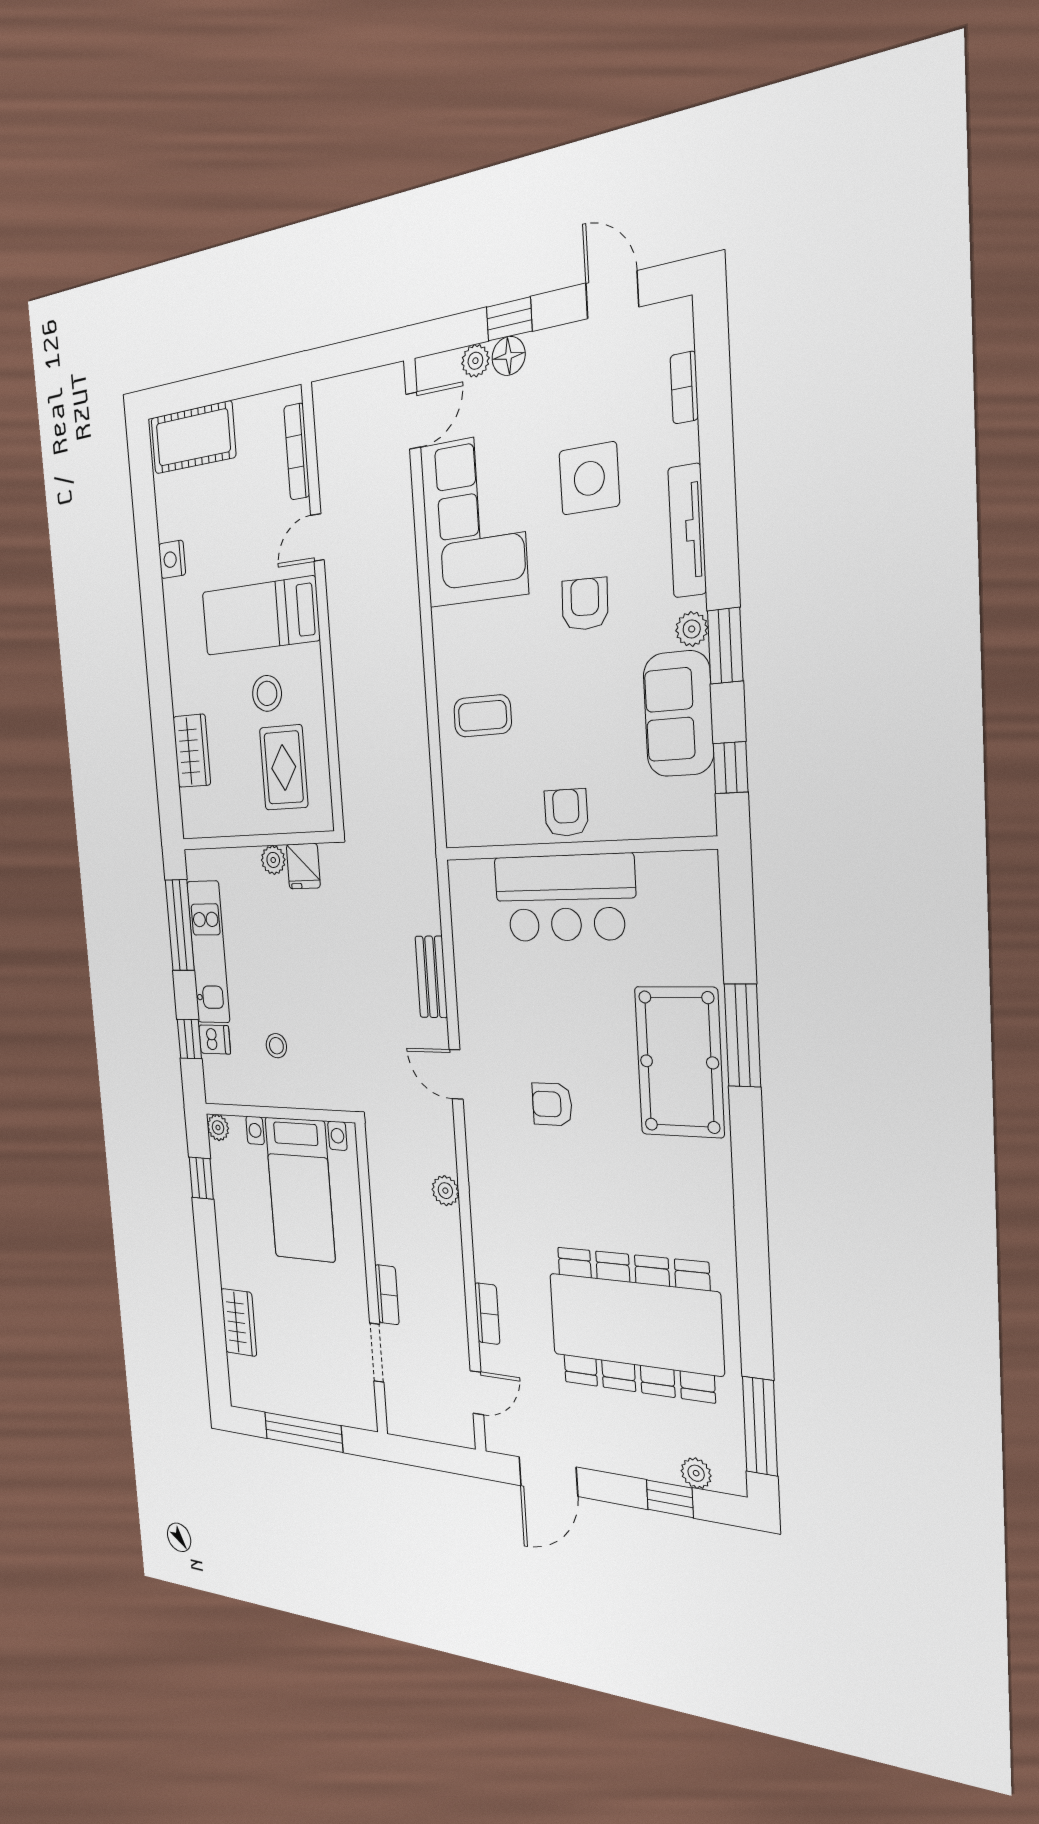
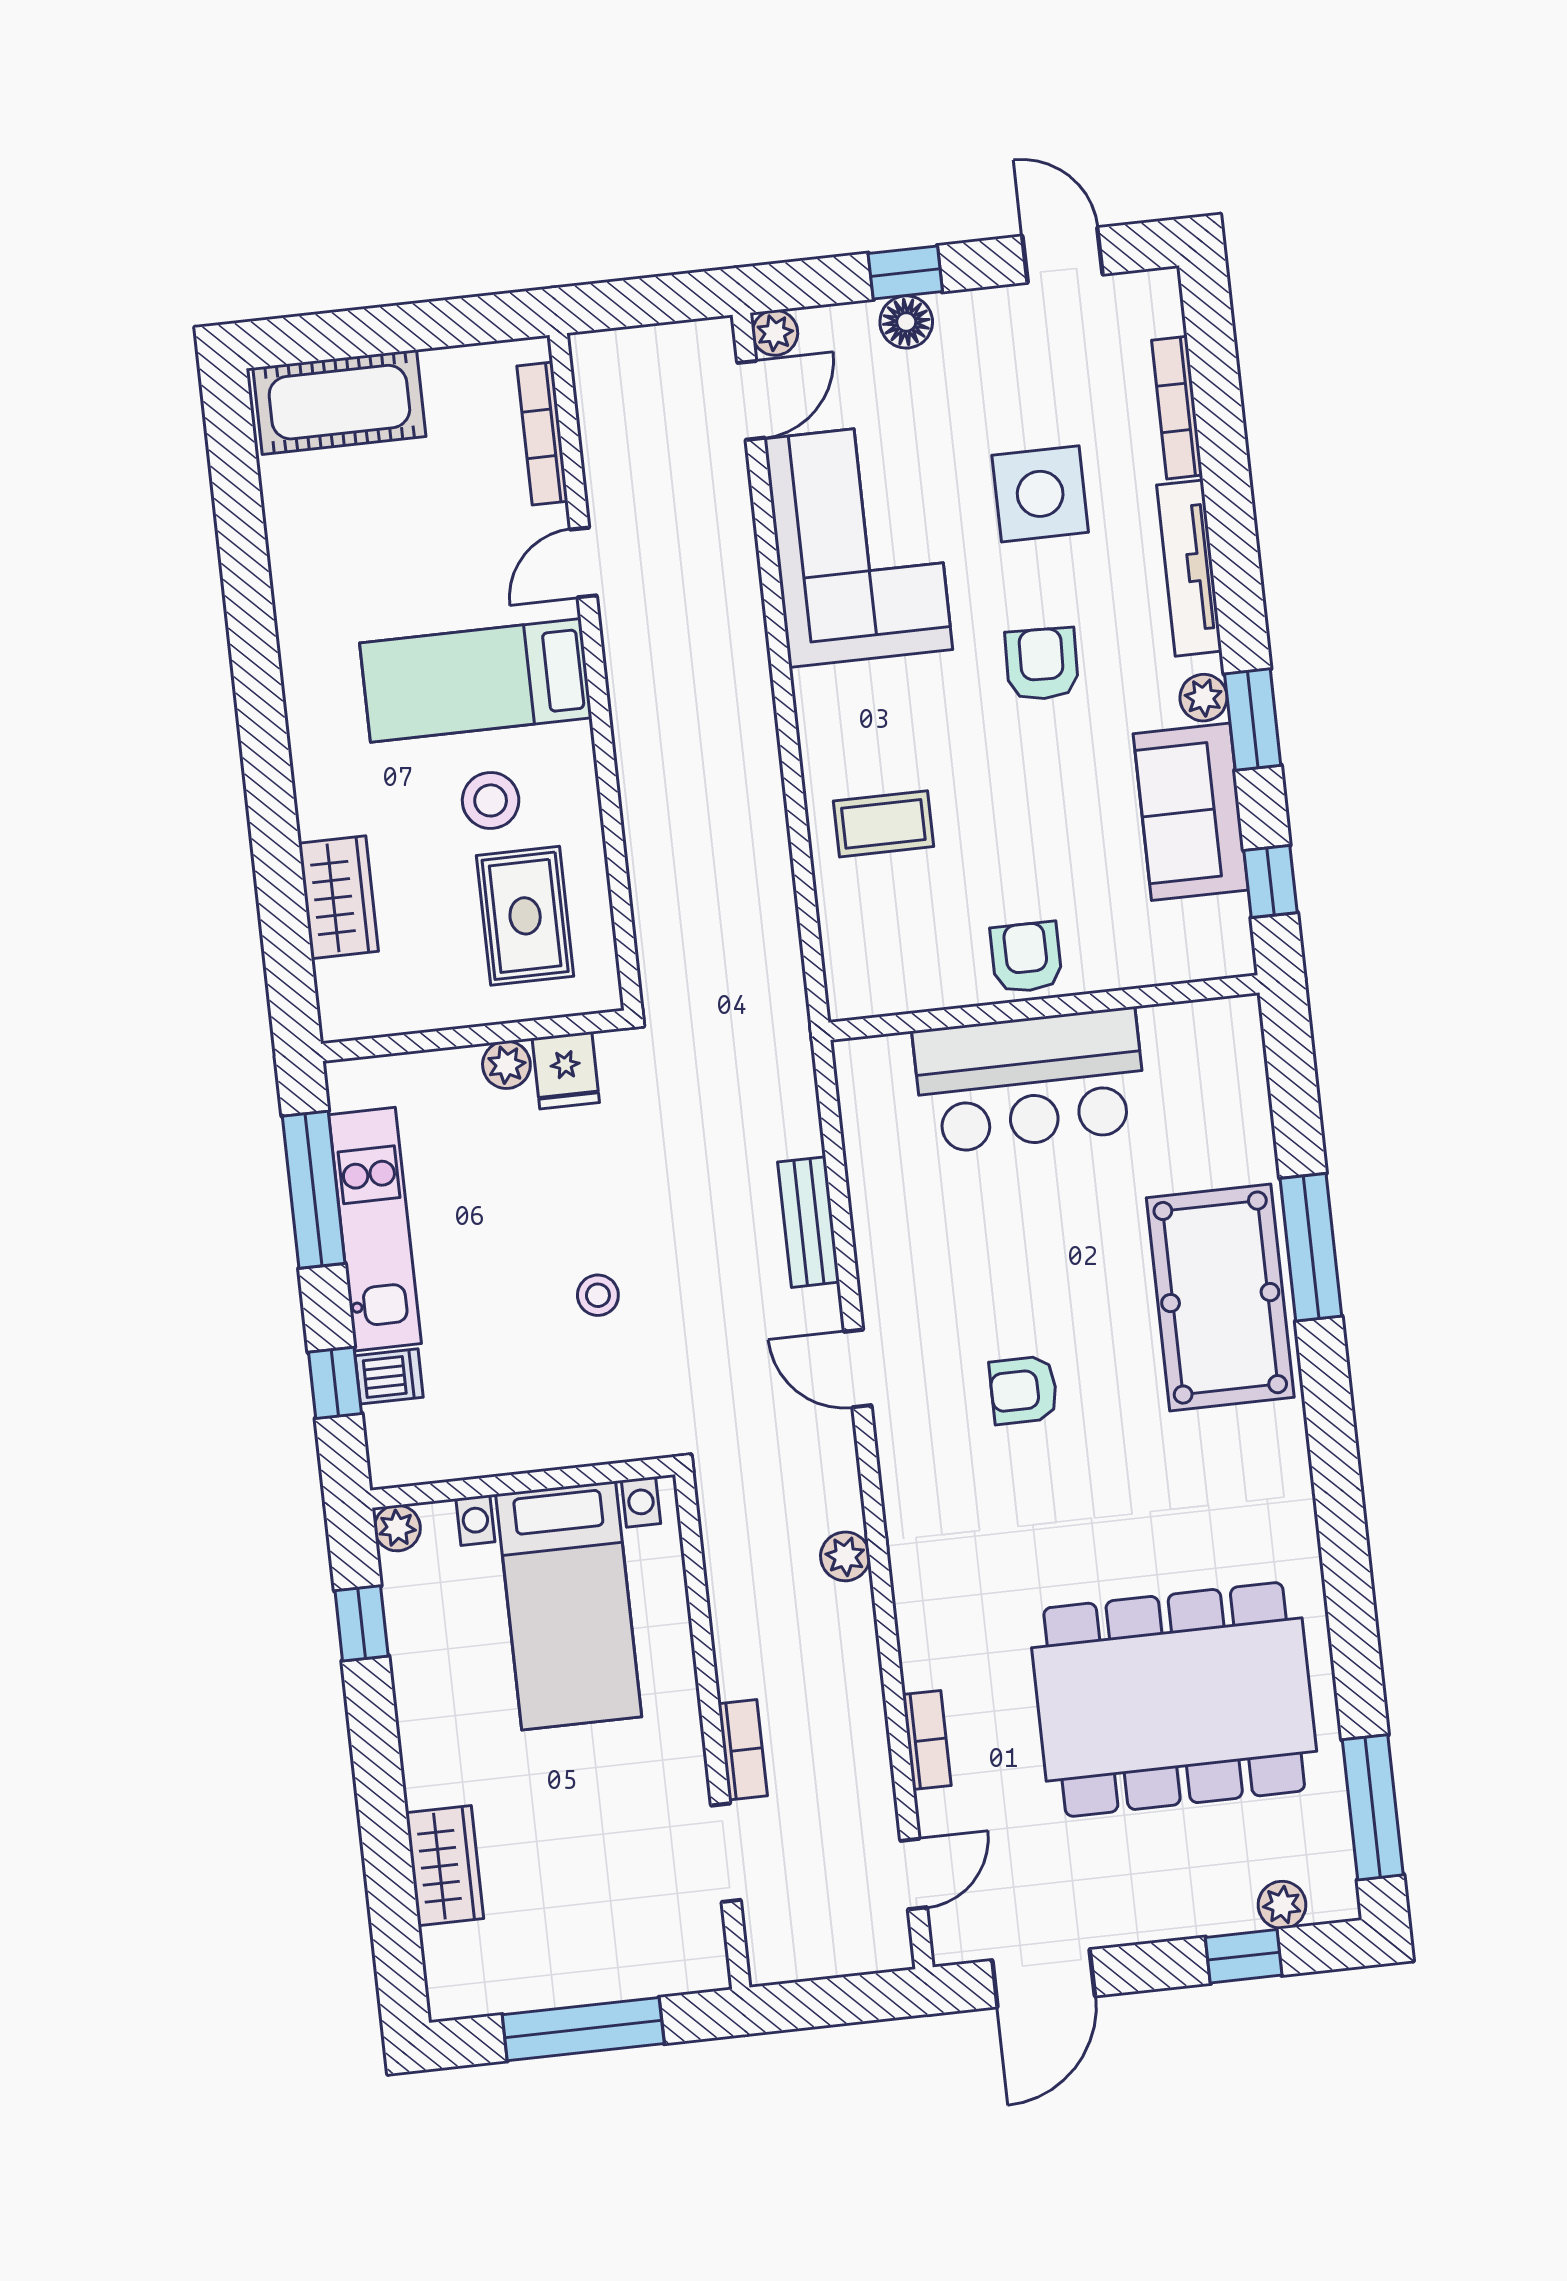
plant: (475, 361) -> (775, 333), moved
bookcase: (684, 388) -> (1177, 408), width x1.56
nightstand: (172, 559) -> (296, 590), removed
stool: (276, 1046) -> (598, 1295), moved

